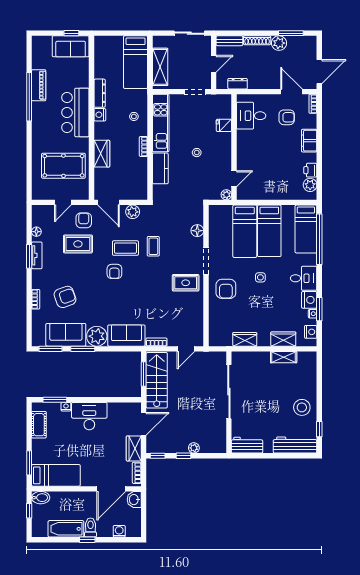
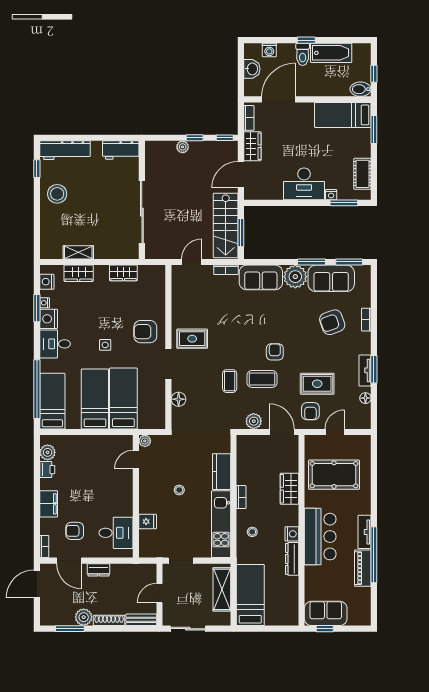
dresser: (238, 84) -> (99, 570), moved
tv unit: (37, 116) -> (365, 532), added
armchair: (226, 289) -> (145, 332), turned -90
washbasin: (134, 500) -> (252, 69), moved

